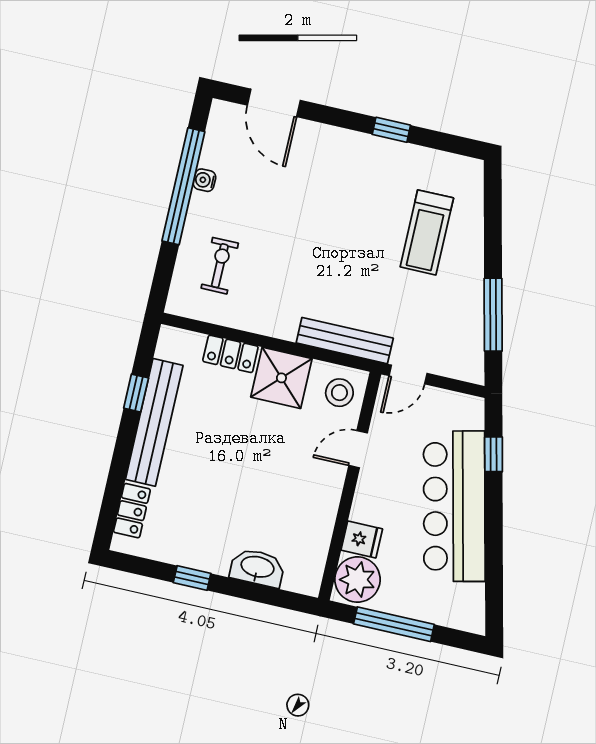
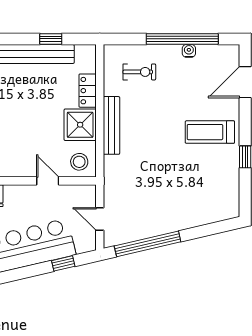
treadmill: (427, 232) -> (210, 132), moved
window: (493, 315) -> (148, 244), width x1.46
bench: (345, 341) -> (111, 125), moved
door: (408, 375) -> (100, 219), moved

